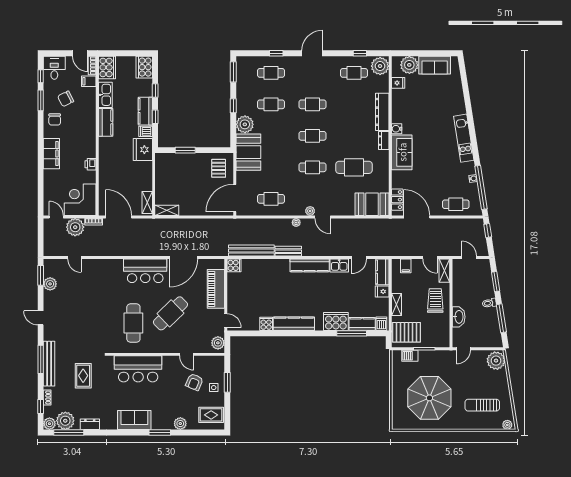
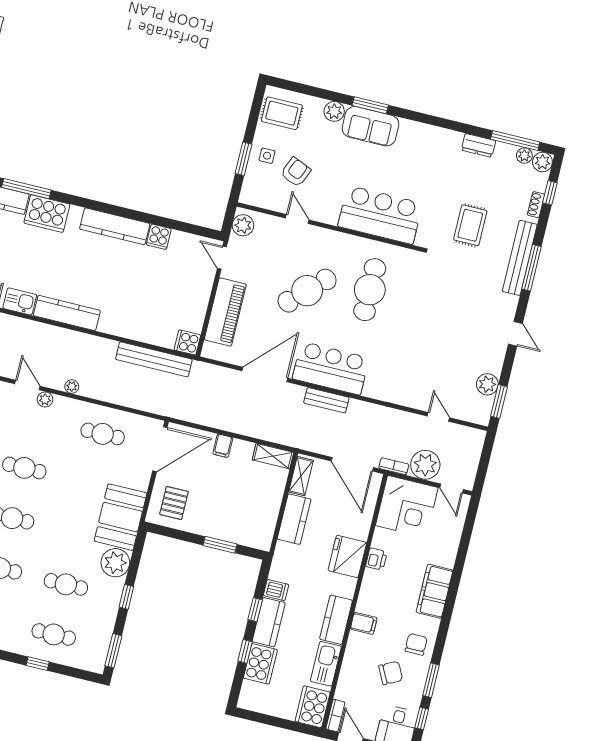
cooker: (144, 67) -> (260, 664), moved
filing cabinet: (89, 81) -> (364, 623), moved
fridge: (143, 150) -> (347, 557), moved, turned 180
kitchen counter: (145, 176) -> (294, 519), added
filing cabinet: (198, 209) -> (223, 446), added
bench: (288, 251) -> (326, 400), moved
sofa: (134, 420) -> (370, 126), moved
plant: (65, 421) -> (524, 156), width x0.53, depth x0.53

